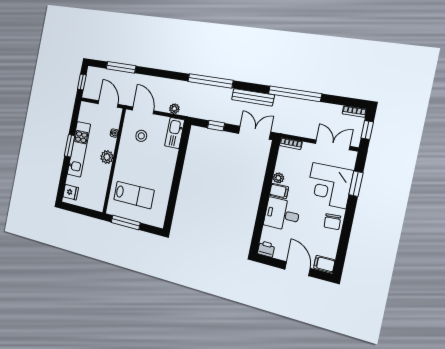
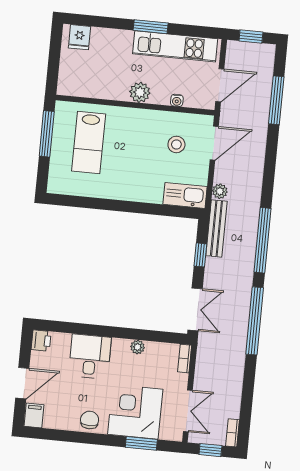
window: (295, 94) -> (255, 321), moved
bench: (253, 97) -> (216, 228), moved
kitchen unit: (79, 149) -> (175, 46), moved
filing cabinet: (279, 191) -> (120, 349), removed
chair: (332, 222) -> (90, 420), turned 93

